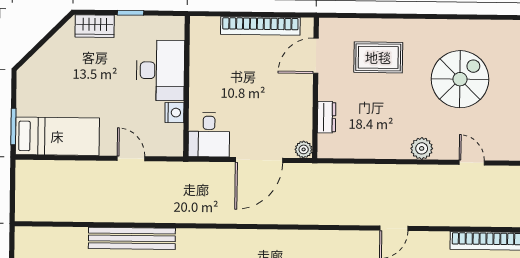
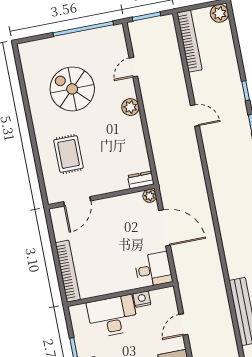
bookcase: (260, 26) -> (68, 271), moved
door: (316, 56) -> (77, 201), hinge flipped
dresser: (327, 117) -> (141, 180), moved

